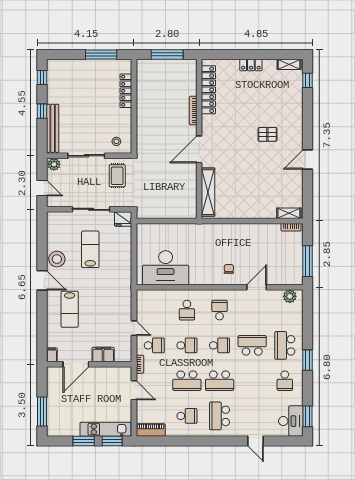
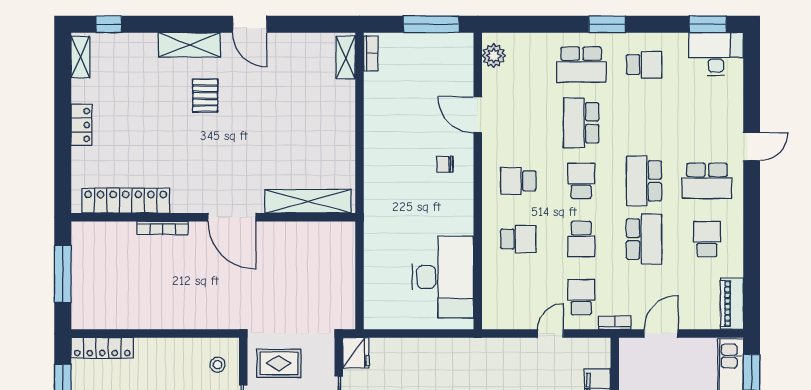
locker: (126, 91) -> (102, 348), moved
shelving: (296, 125) -> (189, 45), added
school desk: (187, 345) -> (581, 239), turned 180
school desk: (220, 381) -> (644, 181), turned 180
door: (256, 441) -> (752, 147), moved

